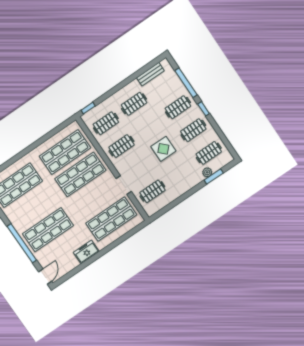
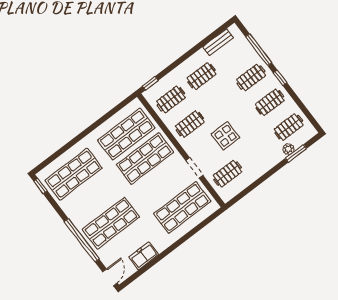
display table: (163, 149) -> (226, 136), moved
freezer: (86, 252) -> (144, 256), moved

